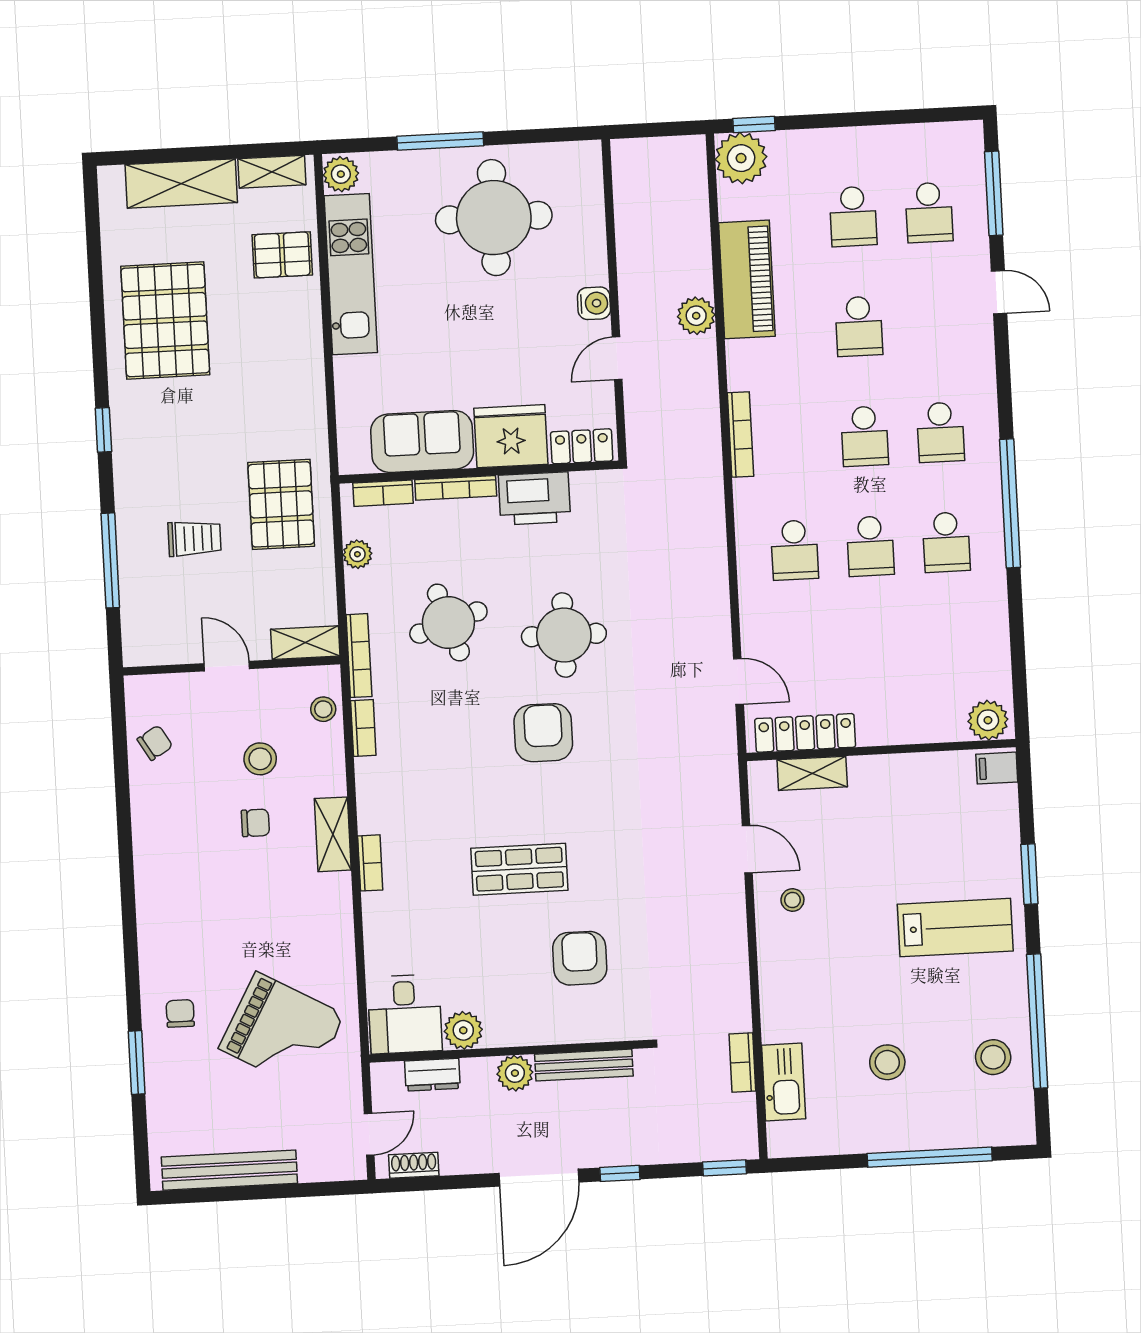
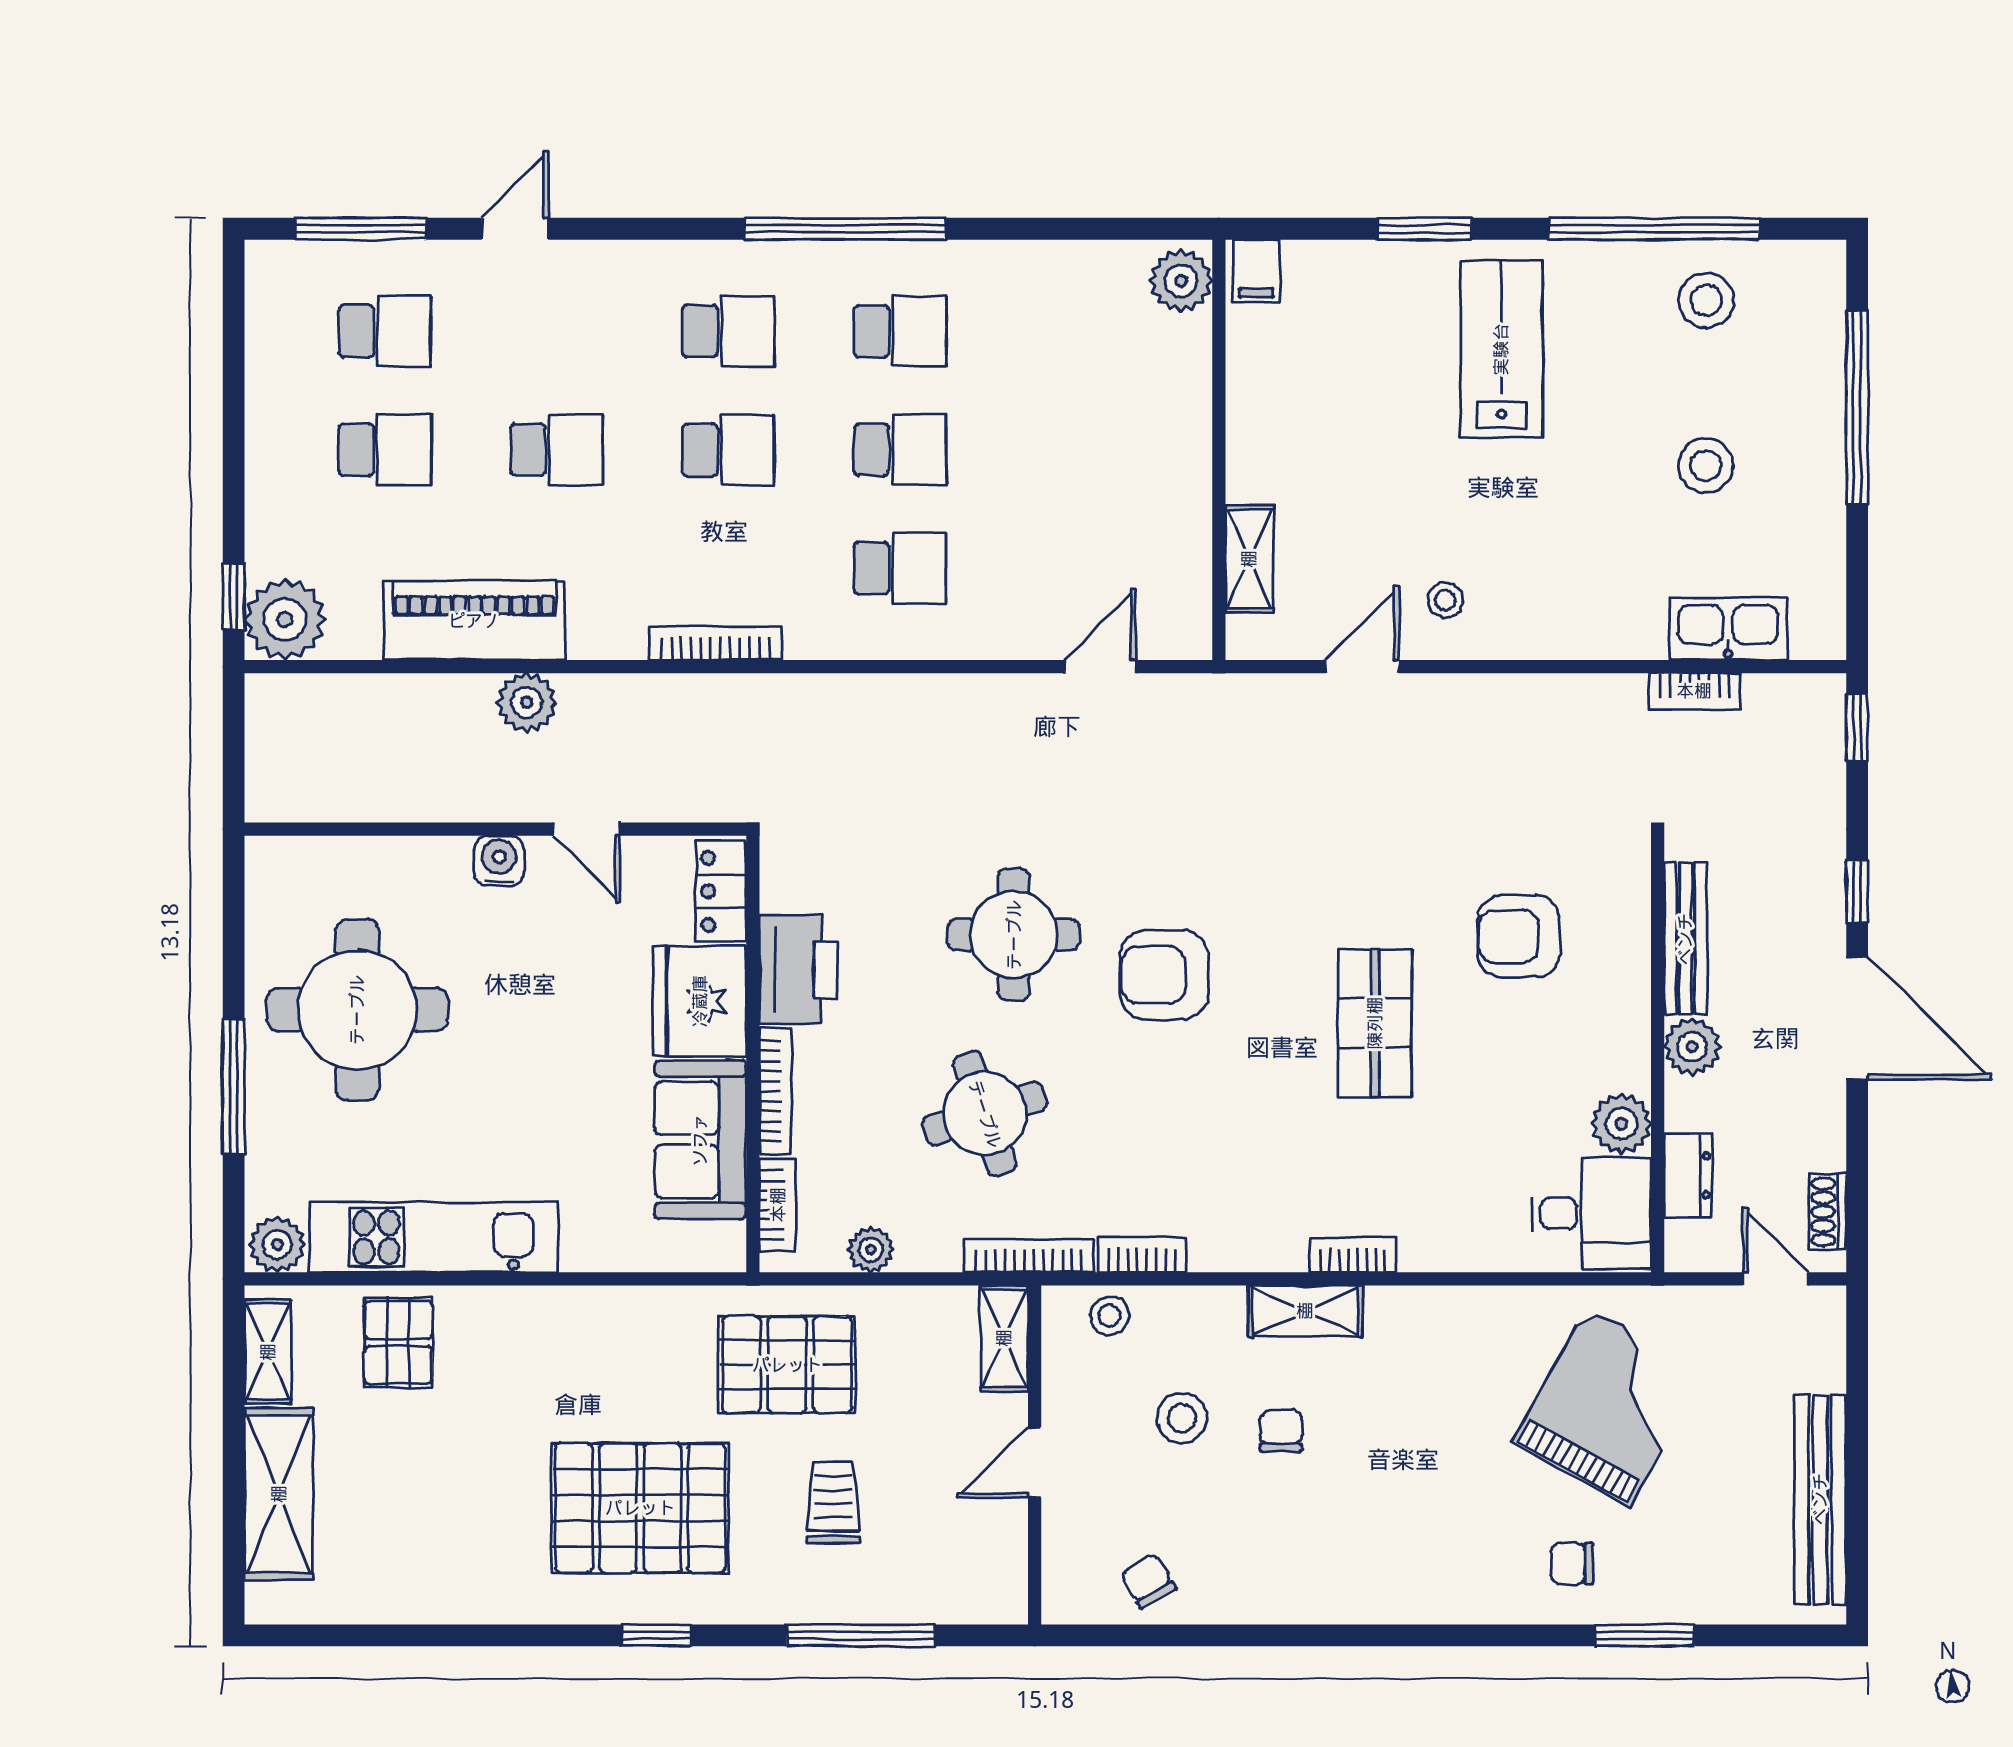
pallet: (165, 320) -> (640, 1508), moved
locker: (805, 733) -> (1186, 567), removed

